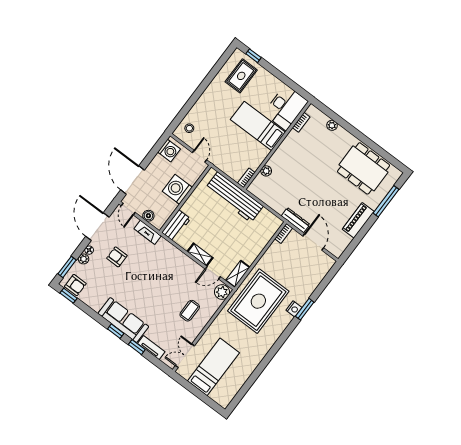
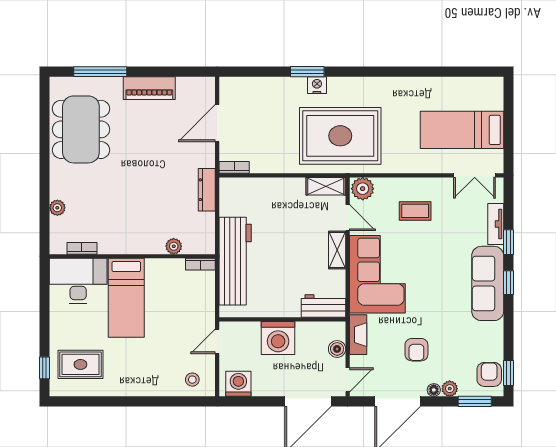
dresser: (296, 220) -> (207, 190), moved
corner sofa: (172, 266) -> (377, 274), added

